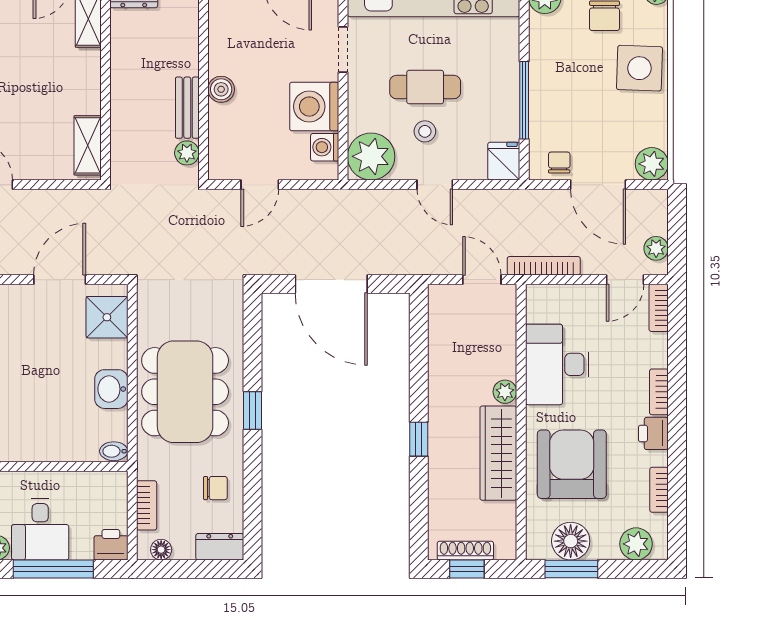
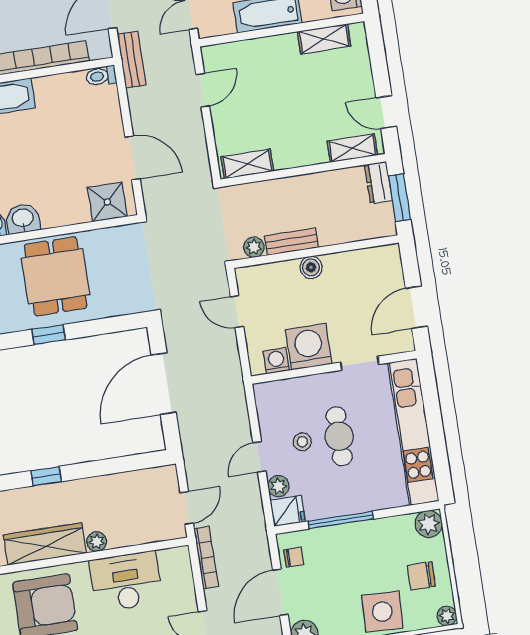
plant: (371, 156) -> (278, 486), moved, width x0.53, depth x0.53
washbasin: (111, 389) -> (23, 219), moved
dining table: (185, 392) -> (56, 276), width x0.73

